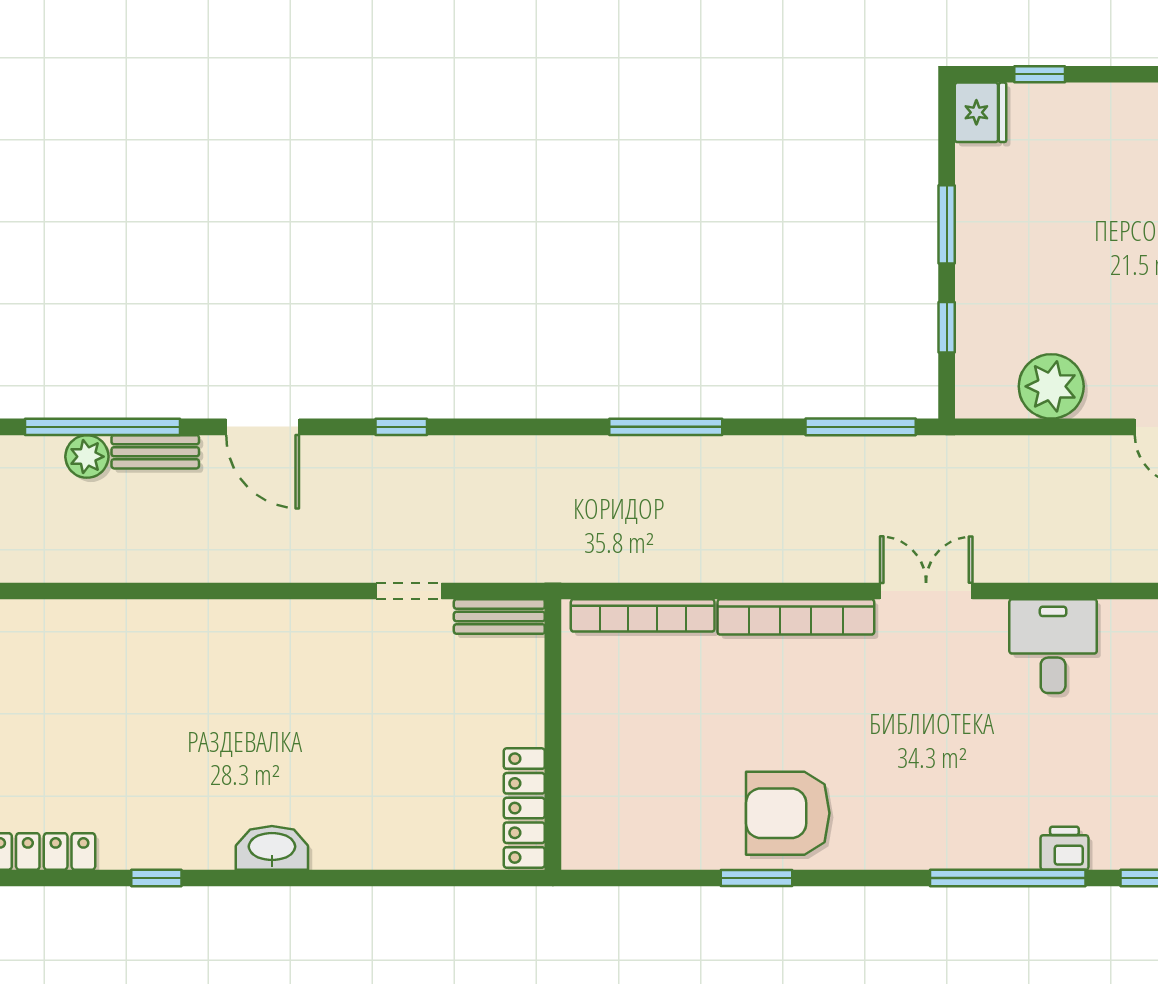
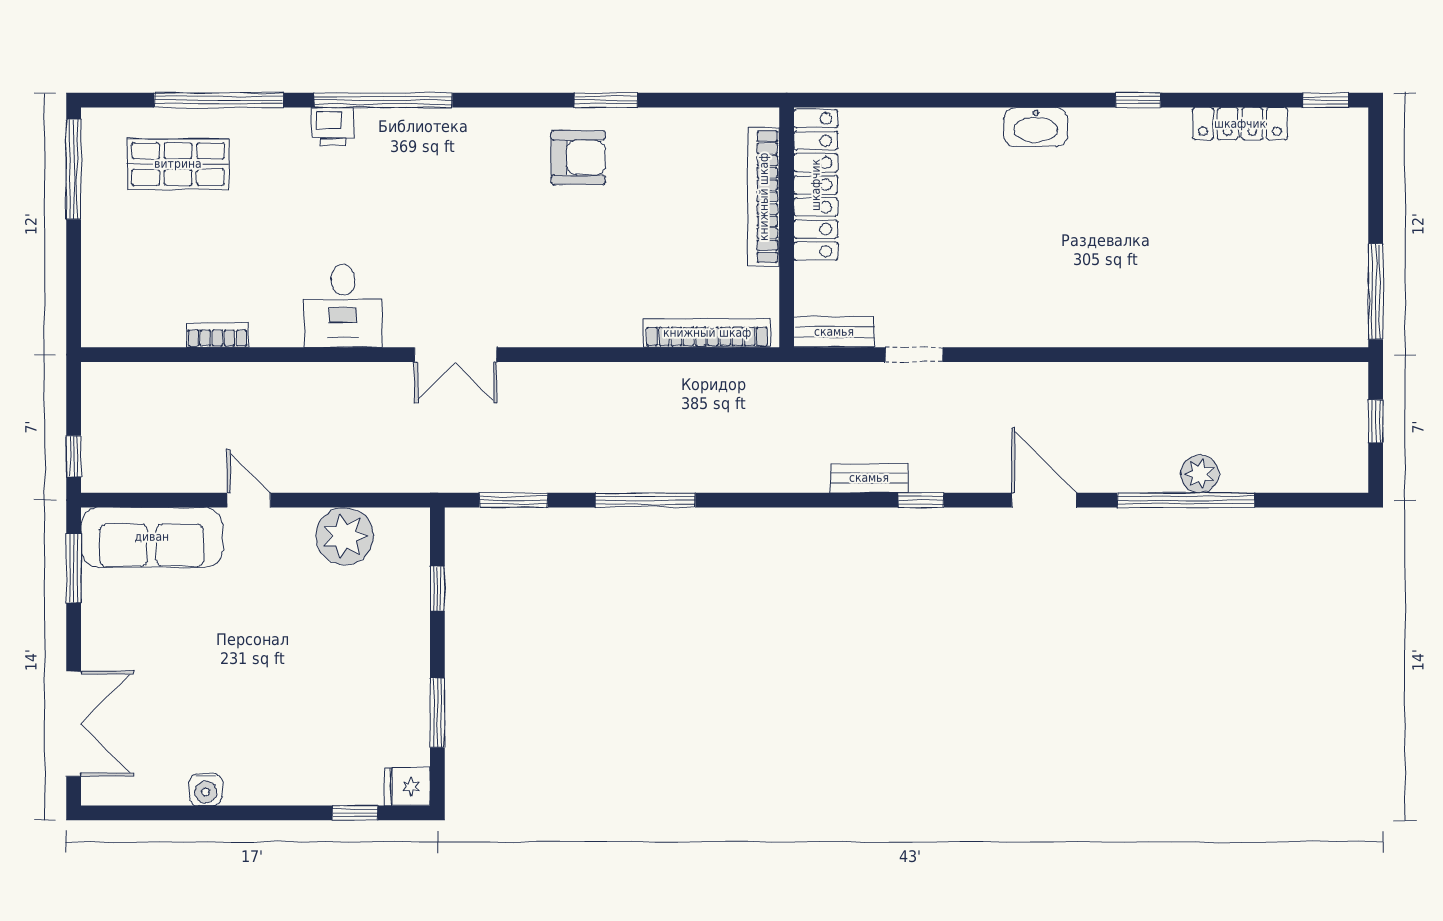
fridge: (980, 112) -> (407, 787), width x0.72
window: (947, 224) -> (437, 713), moved
window: (666, 427) -> (645, 500), moved
window: (861, 427) -> (514, 500), width x0.69
bench: (155, 452) -> (869, 478), moved
bookcase: (796, 617) -> (764, 197), moved, turned -90
locker: (524, 808) -> (816, 185), width x1.41, depth x1.21
armchair: (788, 813) -> (578, 158), width x0.73, depth x0.73

